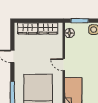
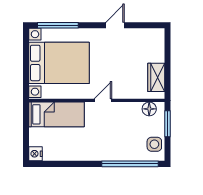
wardrobe: (28, 28) -> (156, 47), removed

